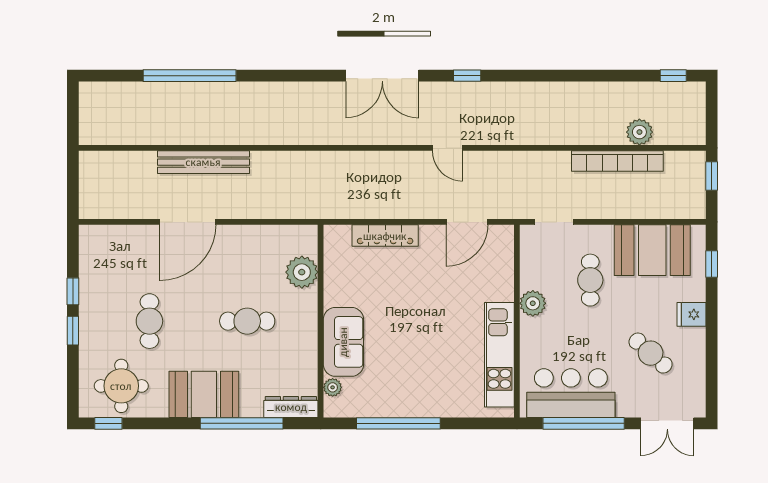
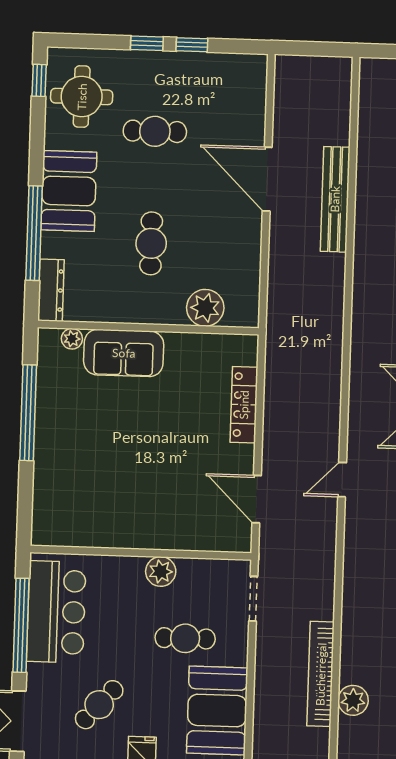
kitchen unit: (499, 355) -> (103, 531), removed

